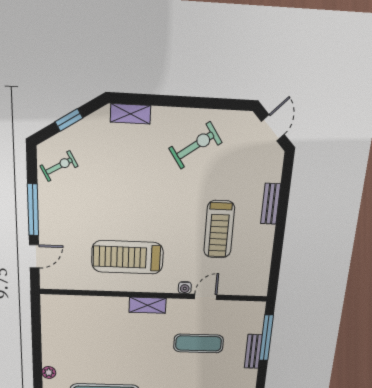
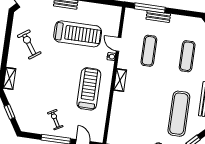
exercise bike: (59, 166) -> (55, 120), moved
treadmill: (219, 229) -> (78, 34), width x1.37, depth x1.38
treadmill: (127, 257) -> (89, 89), turned 180

